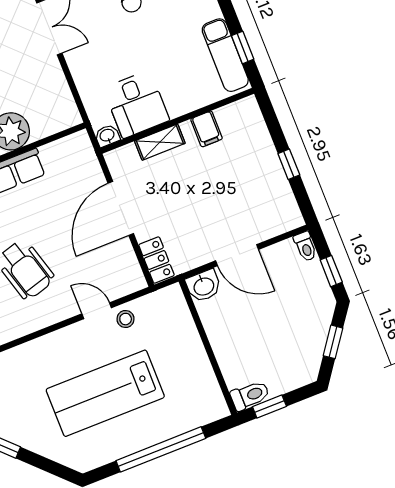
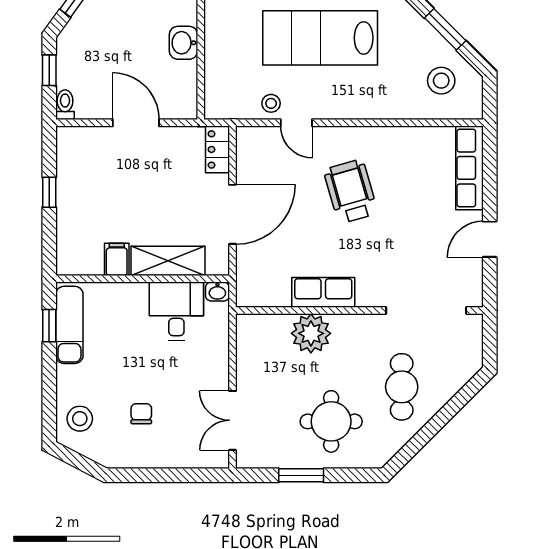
shelving: (160, 142) -> (168, 261), width x1.50, depth x1.33
washbasin: (204, 286) -> (184, 43), moved, turned -90
lab bench: (105, 393) -> (320, 38), turned 180

